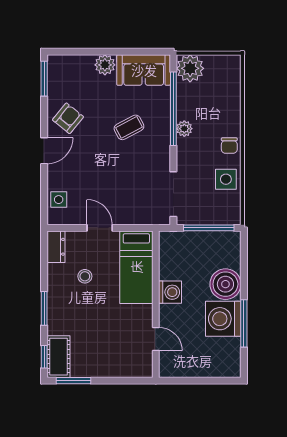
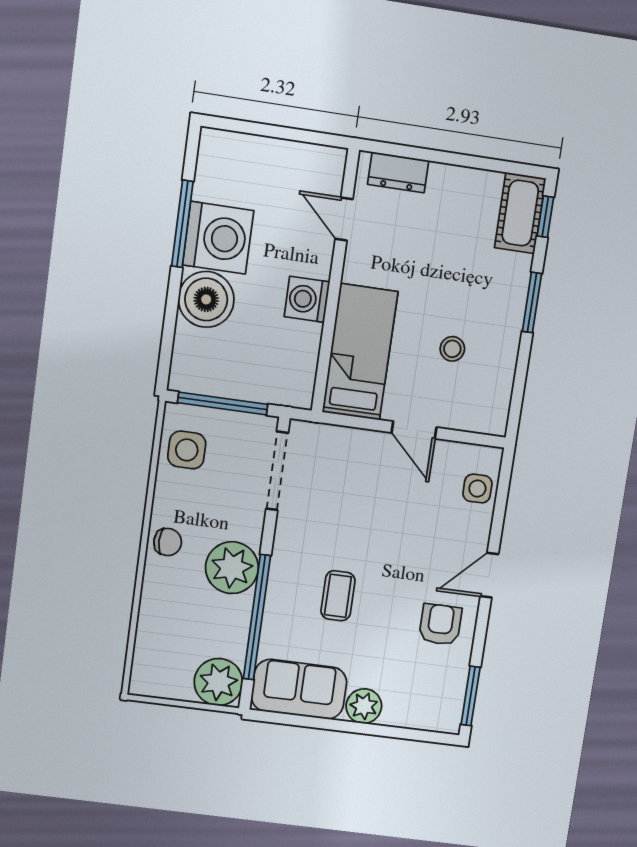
armchair: (68, 118) -> (440, 625), turned 141
coffee table: (129, 127) -> (338, 596), turned -62
plant: (184, 129) -> (232, 568), width x1.87, depth x1.87
chair: (229, 146) -> (168, 542), turned 90
side table: (226, 179) -> (187, 450), moved
dresser: (56, 247) -> (398, 172), moved, turned -90
window: (73, 381) -> (501, 166), removed

